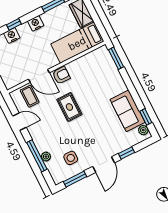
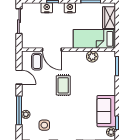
plant: (84, 62) -> (92, 57), added
armchair: (61, 75) -> (69, 58), removed

